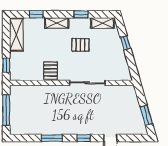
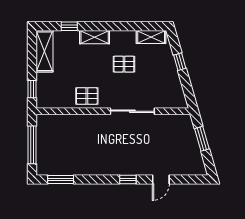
window: (81, 14) -> (125, 26), removed
pallet: (51, 71) -> (87, 96), turned 90
window: (146, 115) -> (202, 139), moved
window: (52, 138) -> (61, 179), moved

